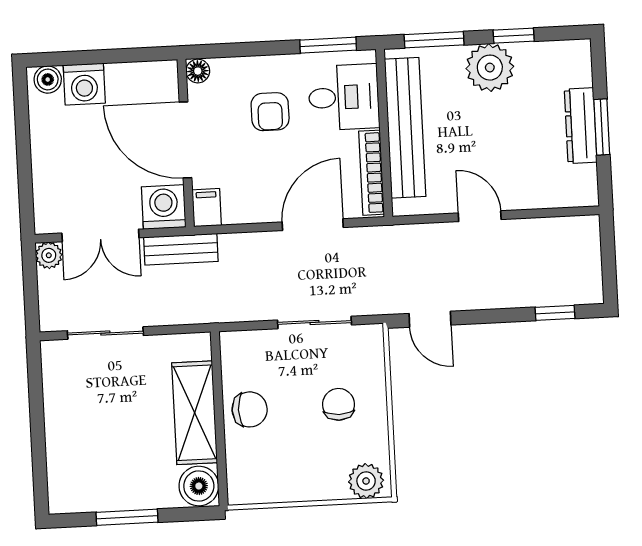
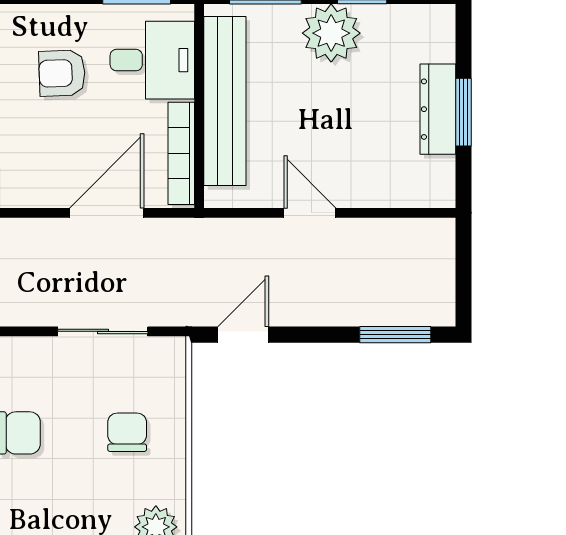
armchair: (270, 112) -> (62, 73), turned 88
window: (555, 313) -> (395, 335), width x1.50
door: (430, 319) -> (243, 335), swing flipped

